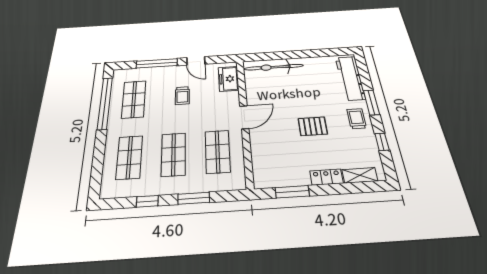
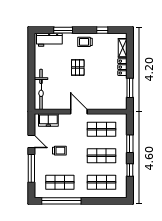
door: (196, 61) -> (31, 142), hinge flipped
workbench: (350, 78) -> (49, 40), width x0.73
window: (371, 102) -> (63, 30), moved
pallet: (313, 126) -> (78, 68), moved

